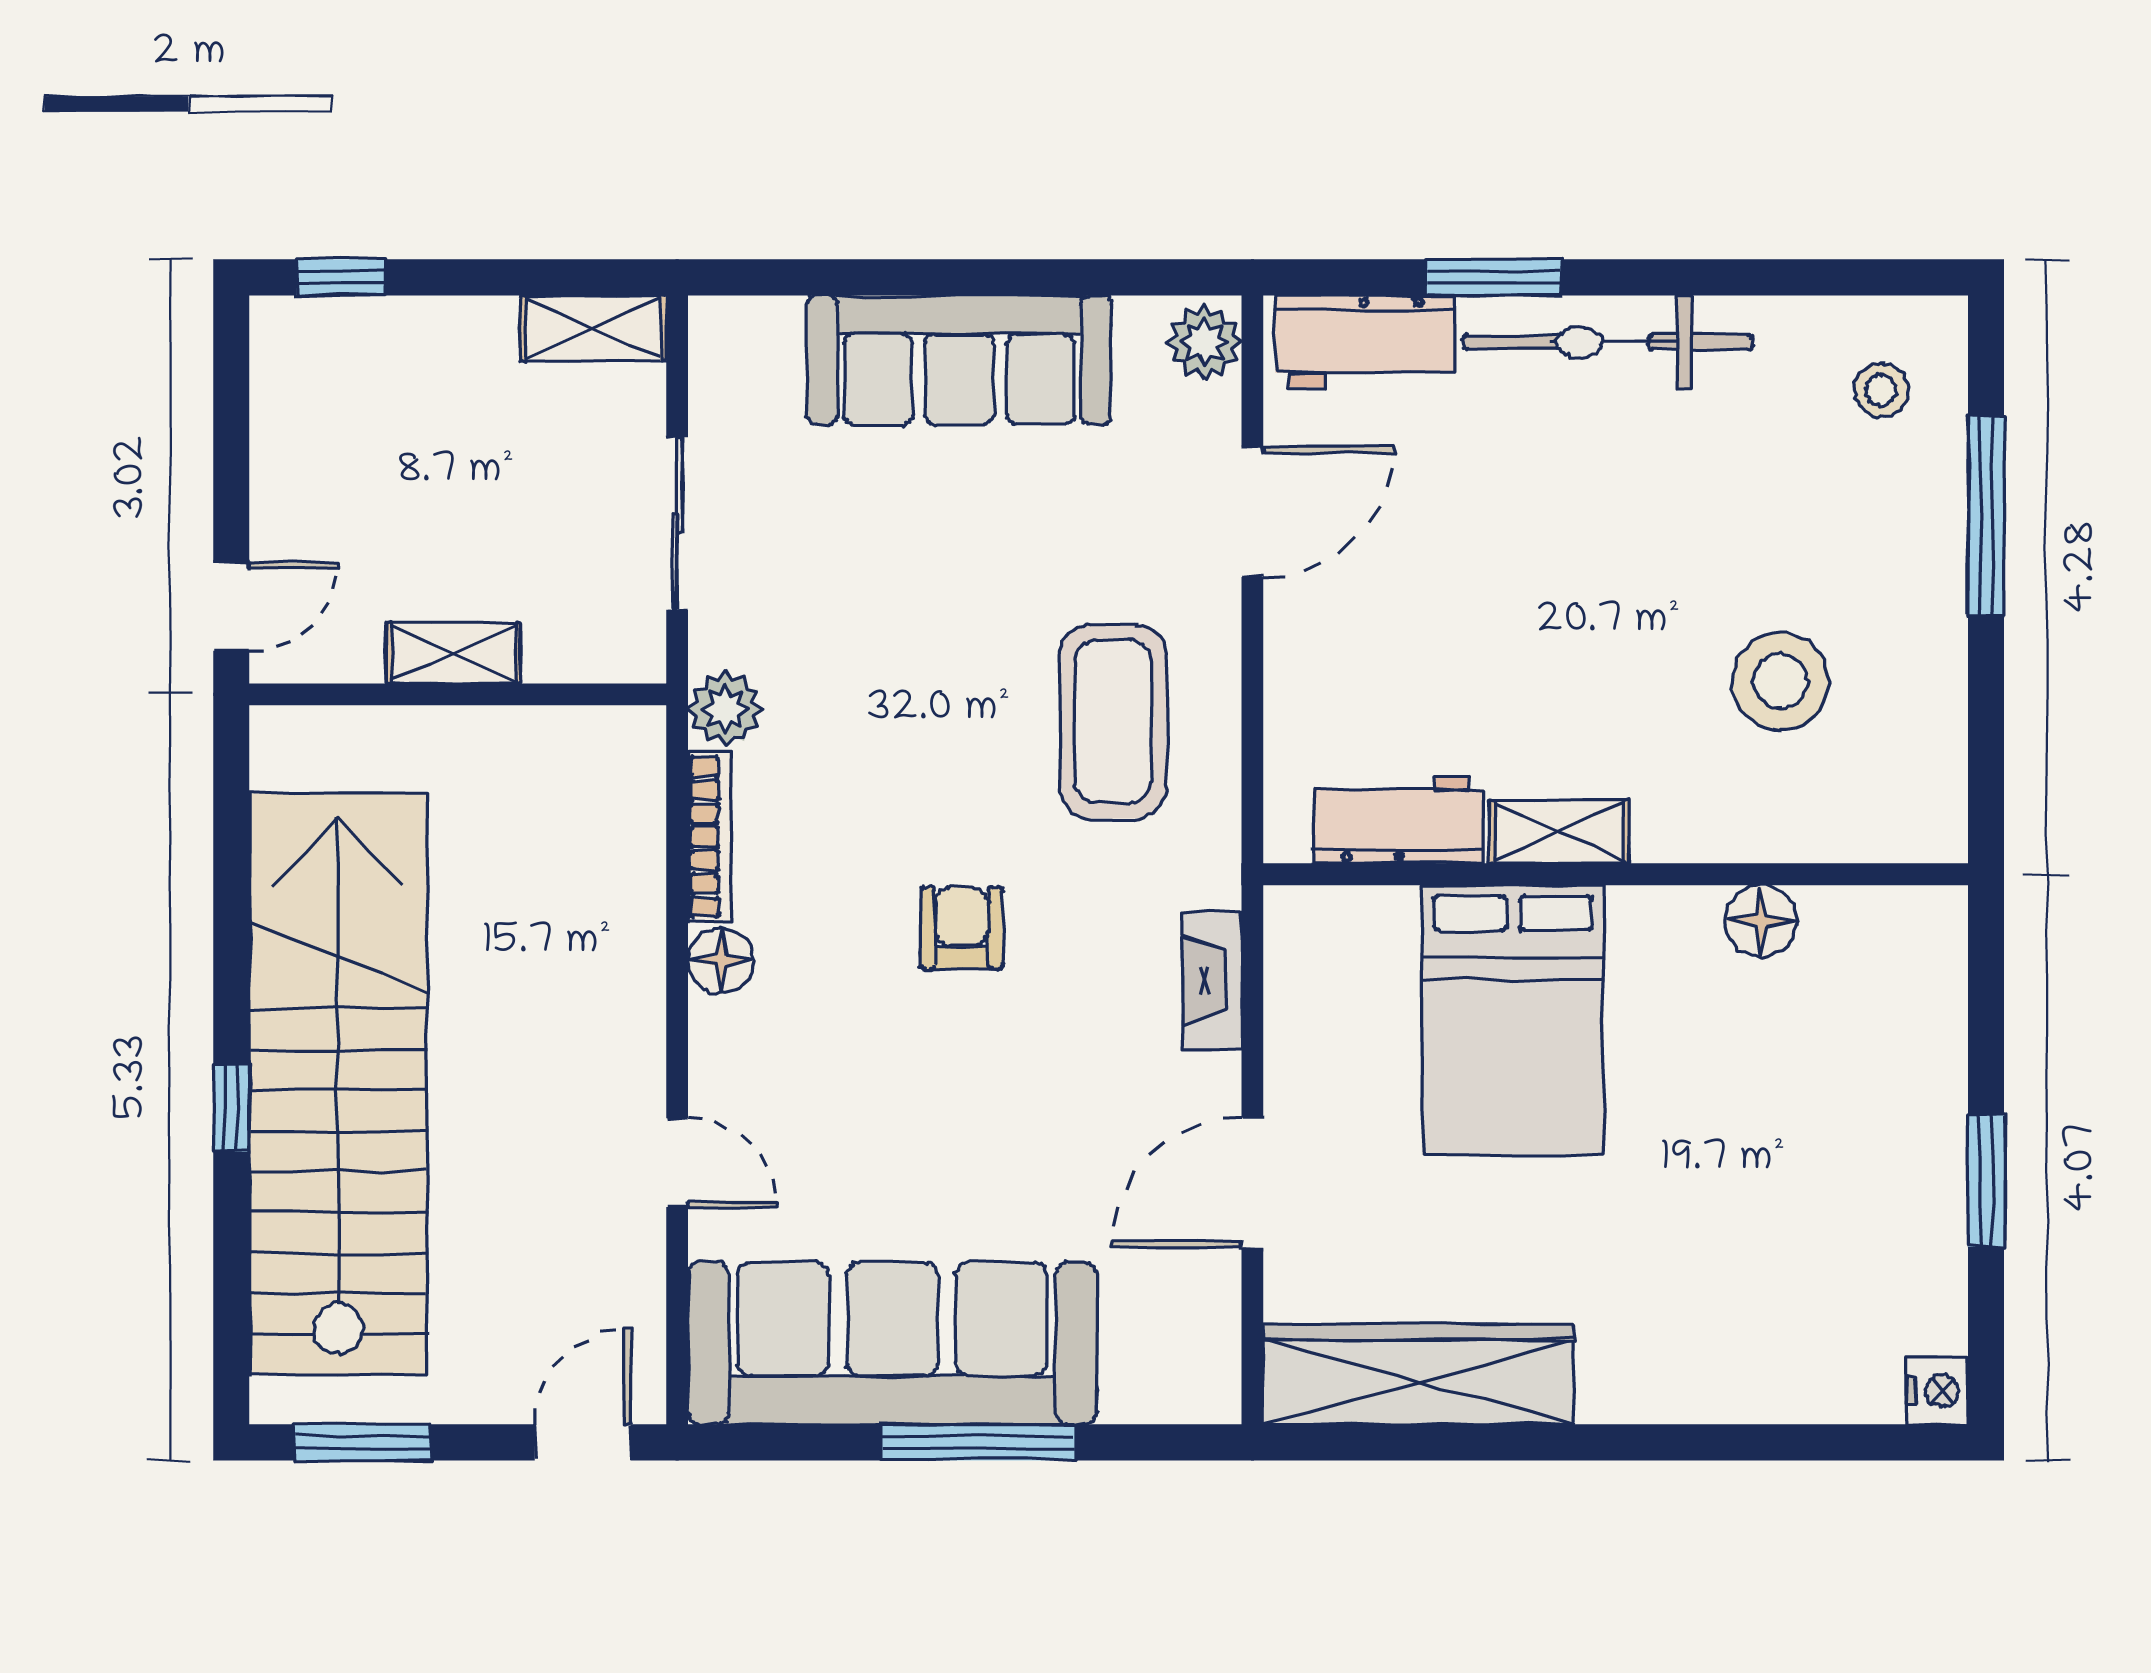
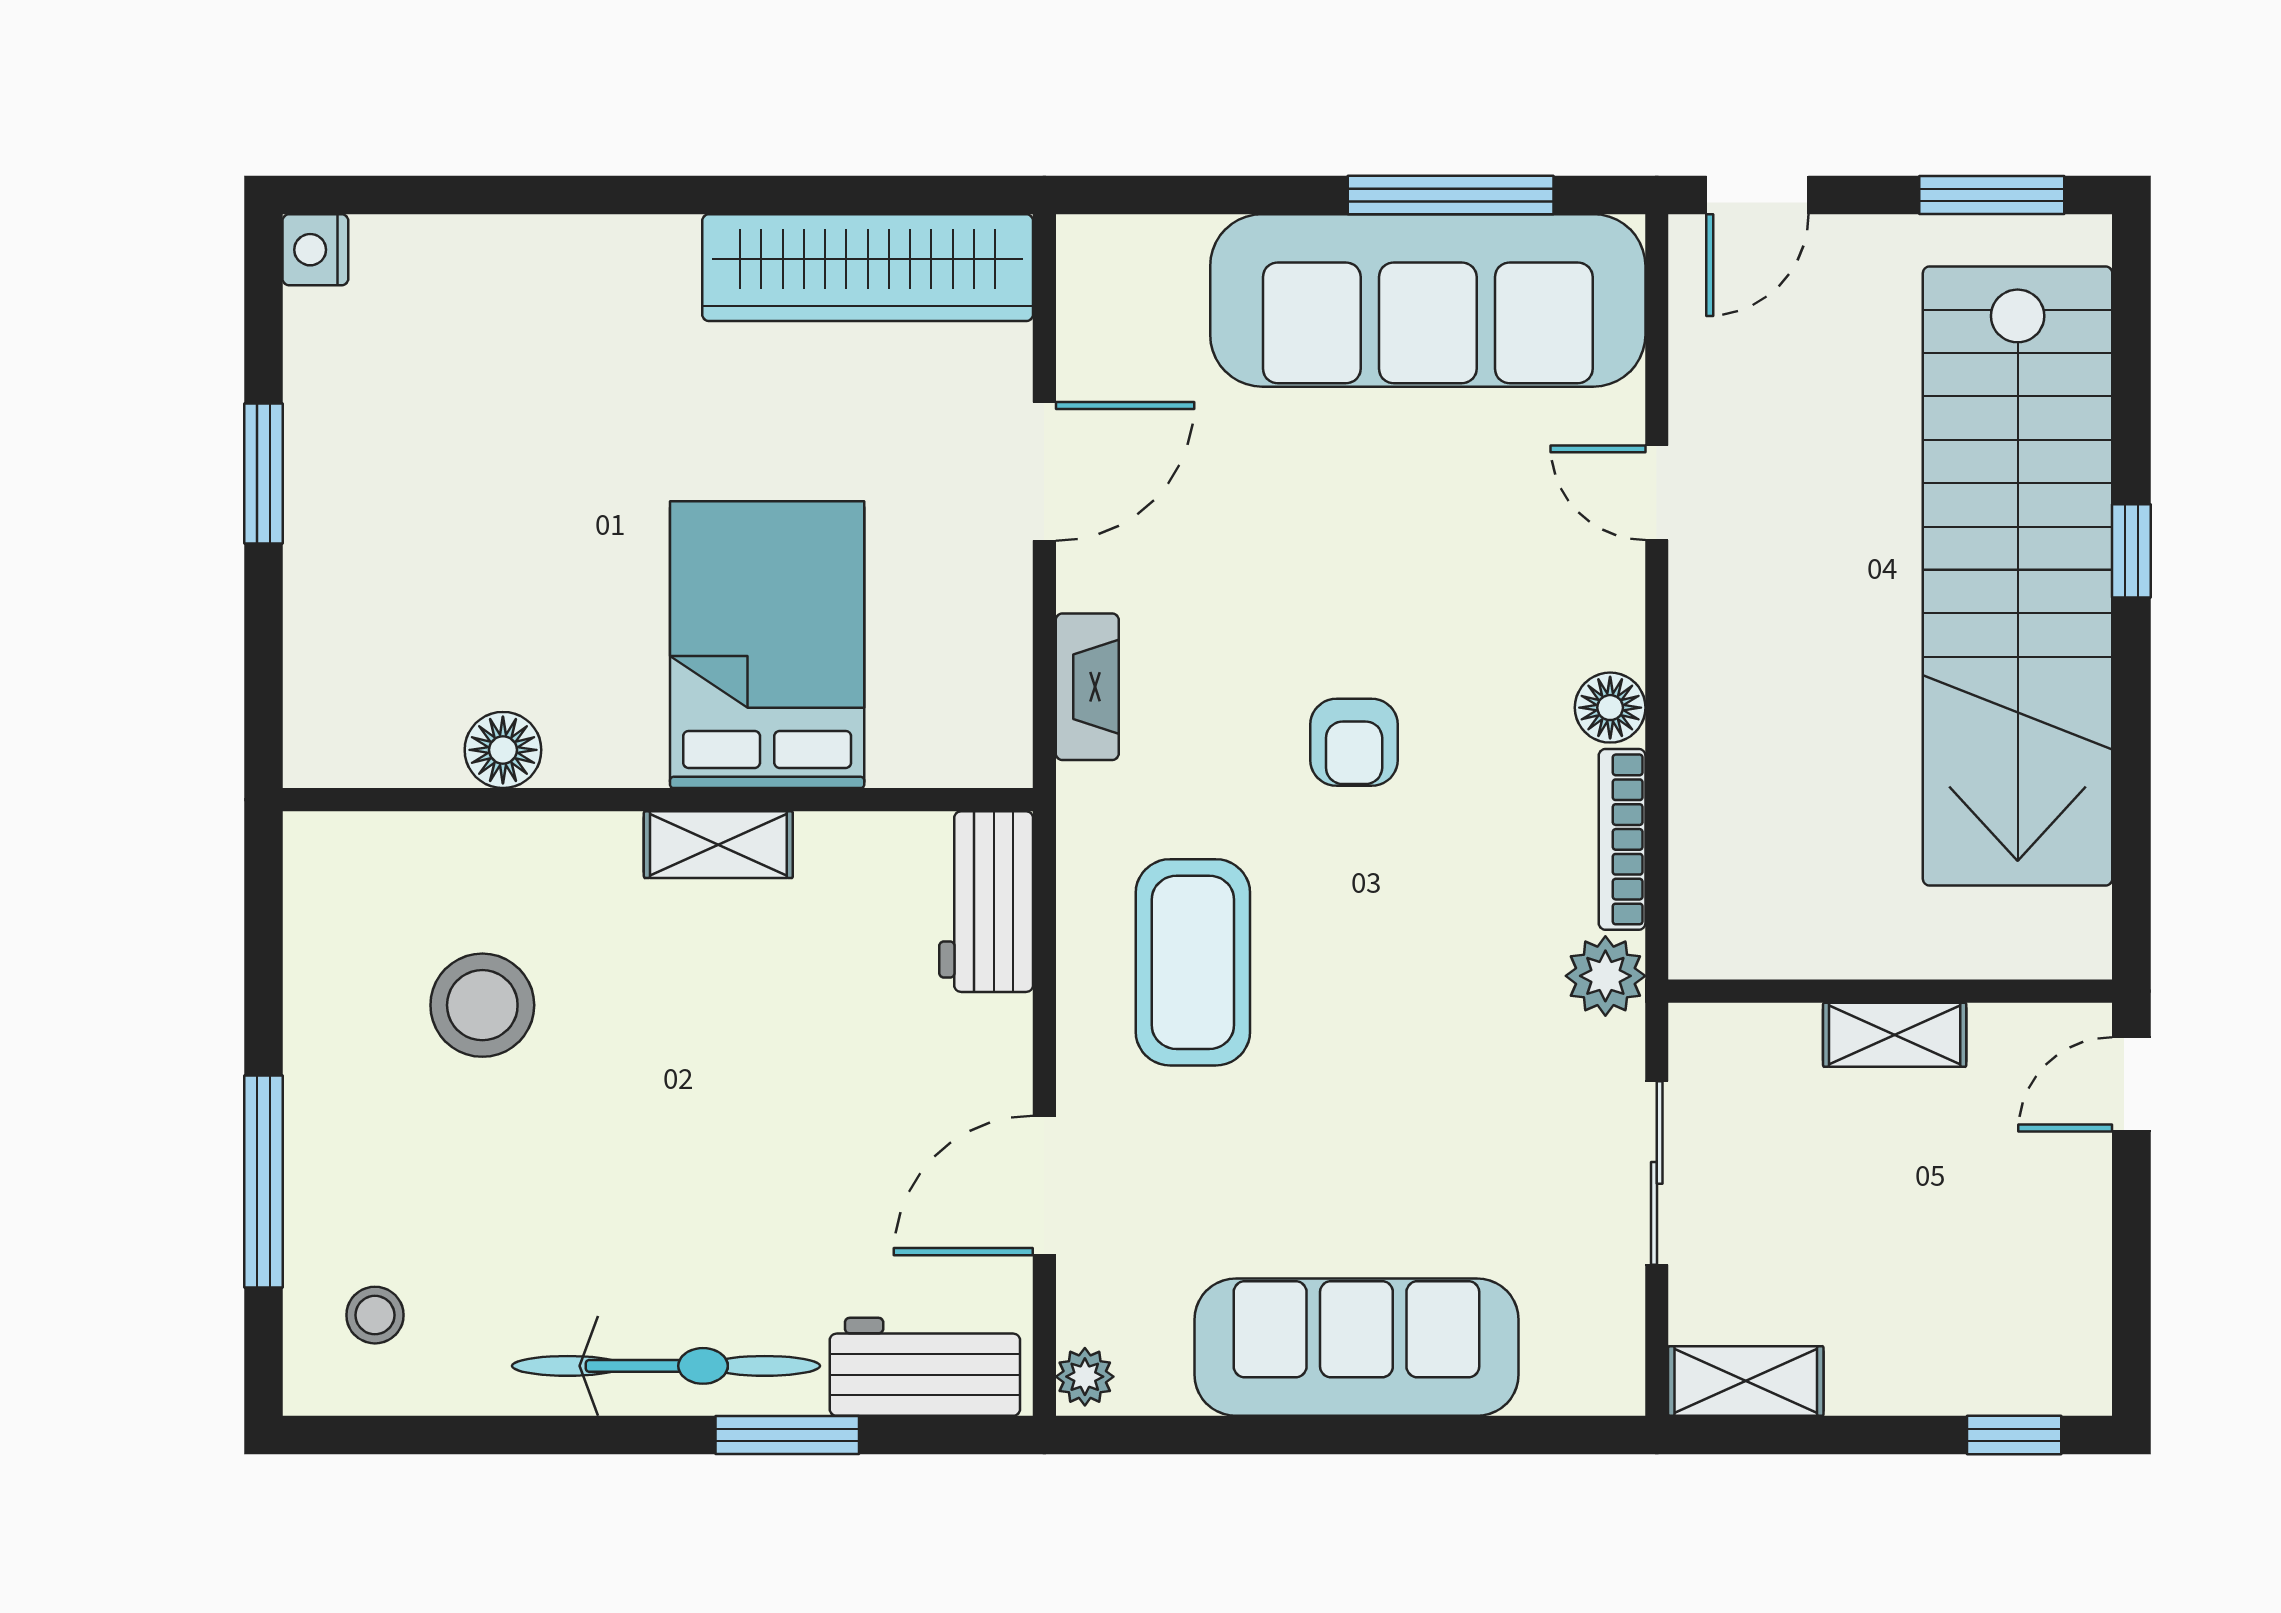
plant: (1204, 342) -> (1085, 1377), width x0.73, depth x0.73
workbench: (1398, 820) -> (986, 902), moved, turned 90
window: (978, 1442) -> (1451, 195), moved

